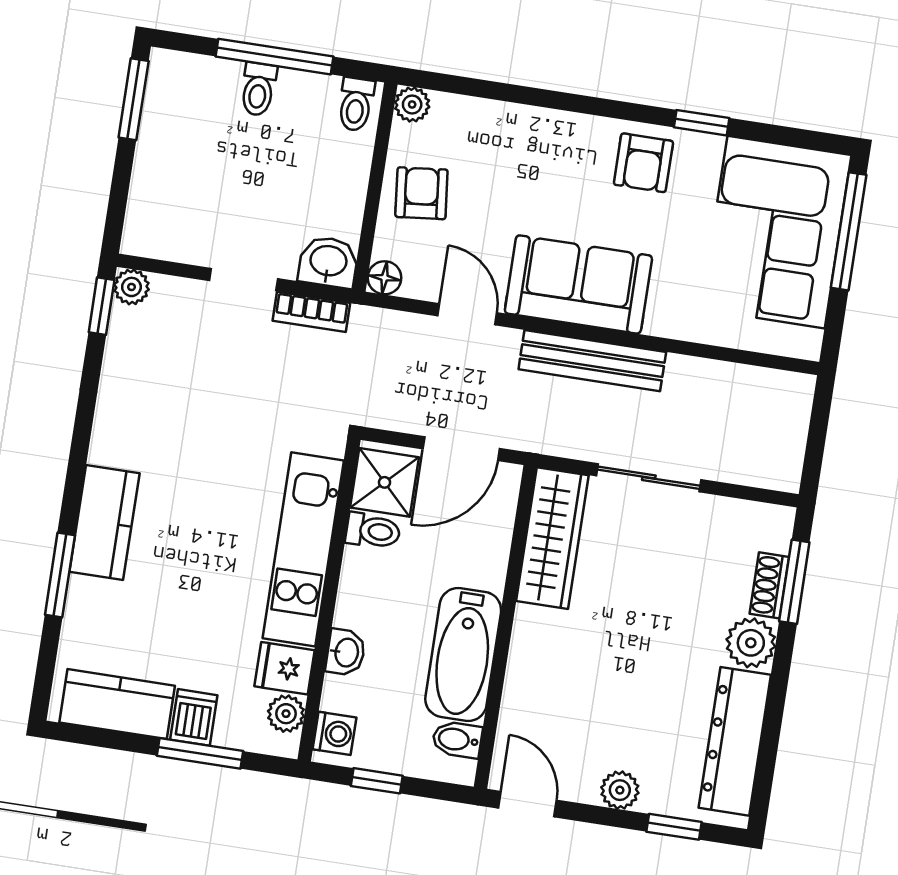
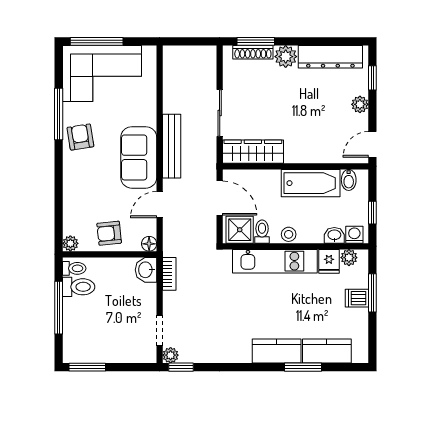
toilet: (258, 89) -> (79, 287), moved, width x1.37, depth x1.39
window: (702, 123) -> (59, 114), width x2.17
armchair: (643, 163) -> (80, 137), turned -99
doorway: (243, 280) -> (160, 330), moved
shoe rack: (769, 585) -> (253, 52), width x1.43
stool: (358, 589) -> (289, 234), added
washbasin: (346, 652) -> (334, 235), moved
kitchen counter: (117, 704) -> (327, 351), moved, turned 90

